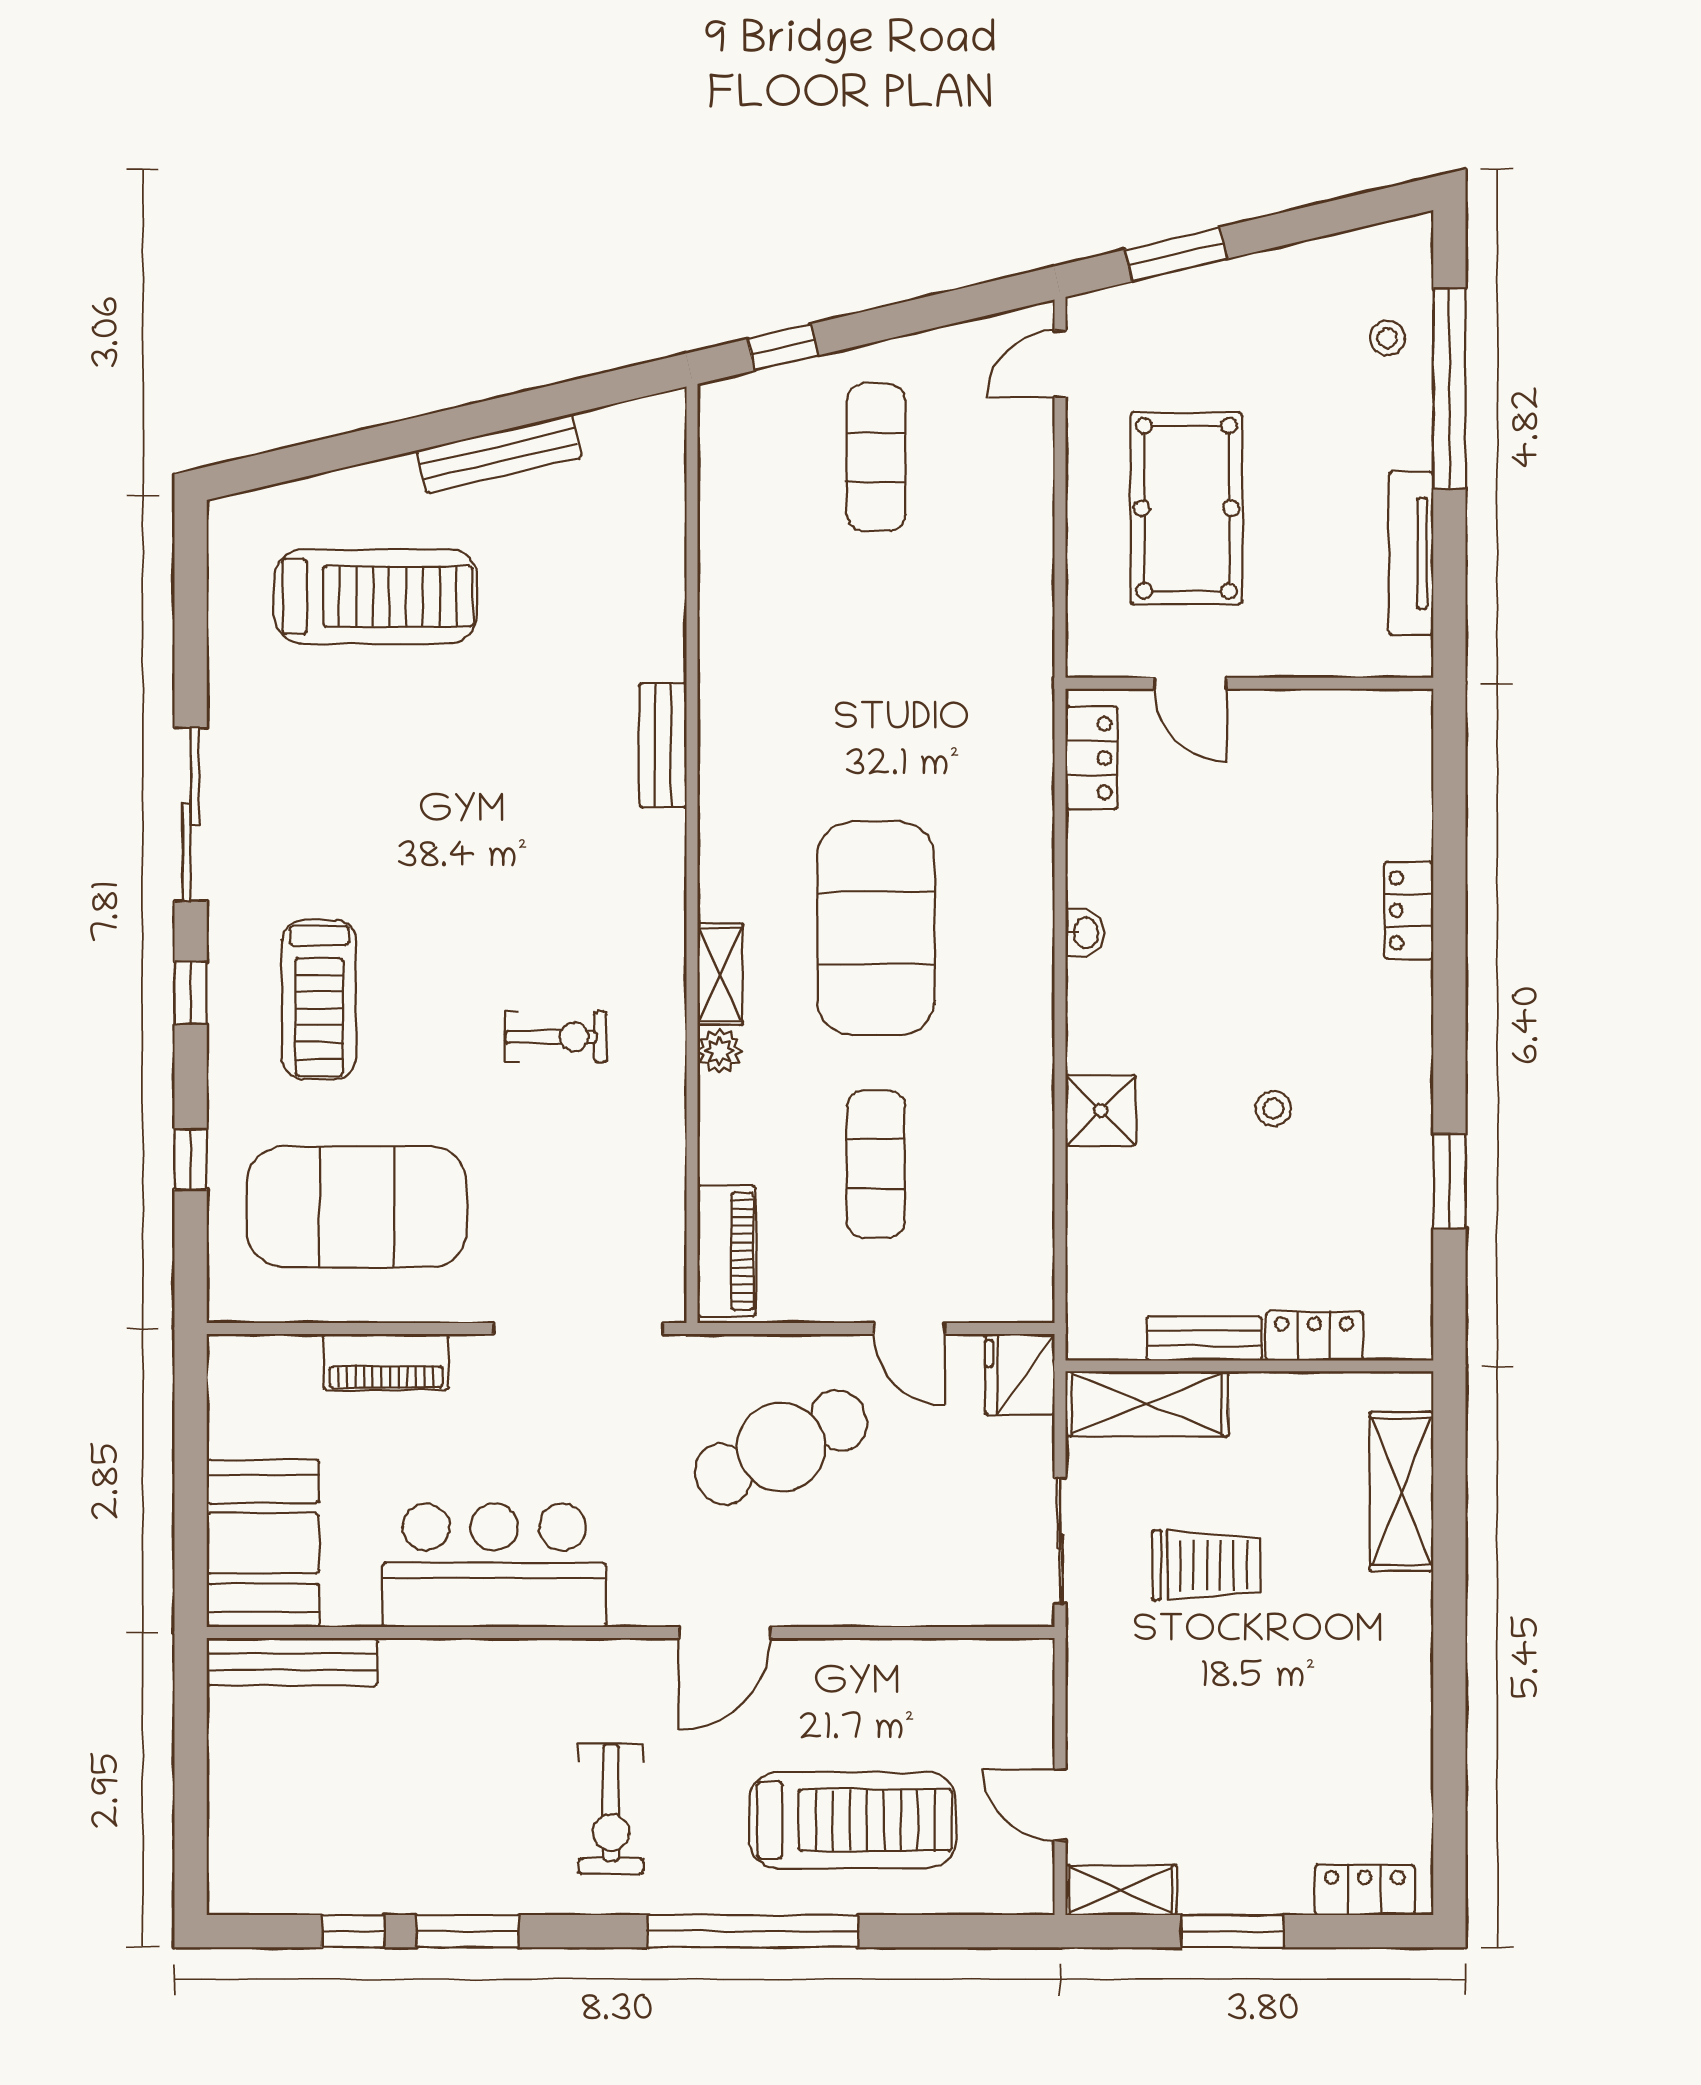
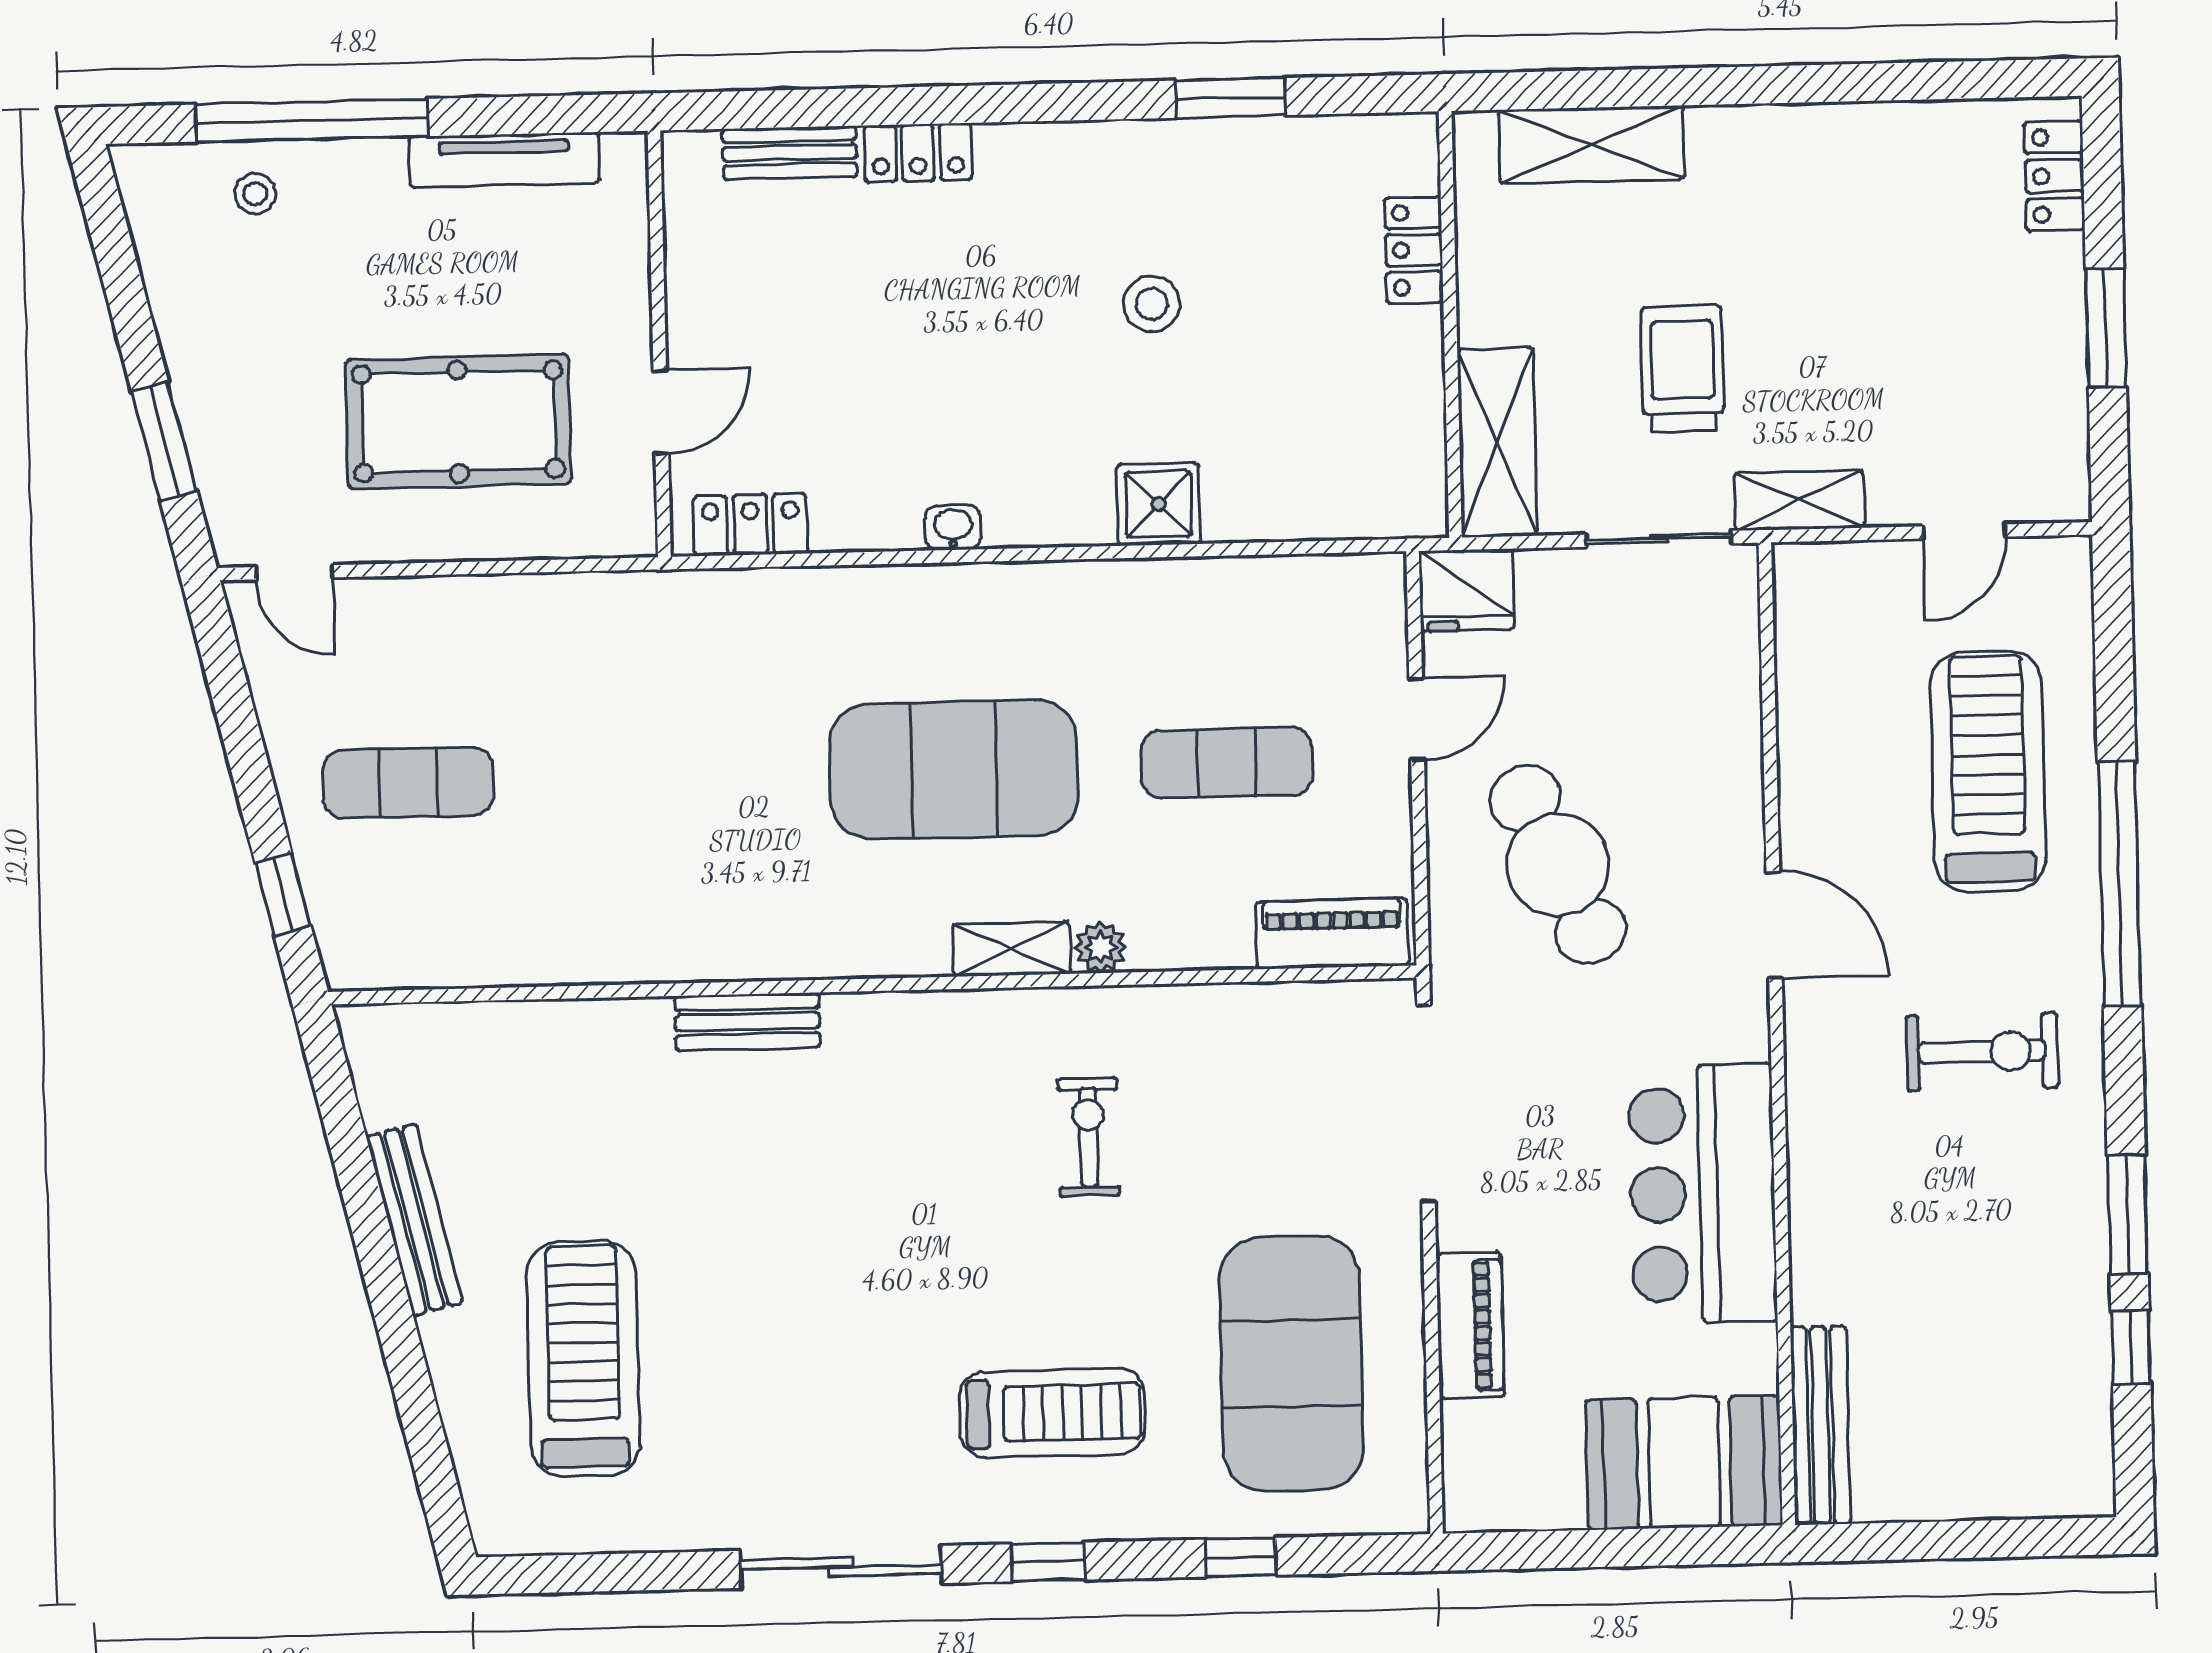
stool: (1273, 1109) -> (1152, 304), width x1.37, depth x1.37
bench: (1204, 1338) -> (790, 153), moved, turned 90
shelving: (1121, 1890) -> (1799, 500), moved, turned 90

